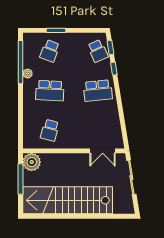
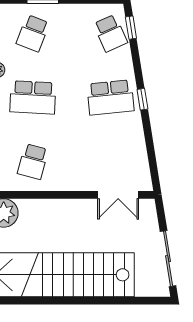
window: (114, 69) -> (142, 99), moved
sliding door: (131, 177) -> (168, 259), moved

